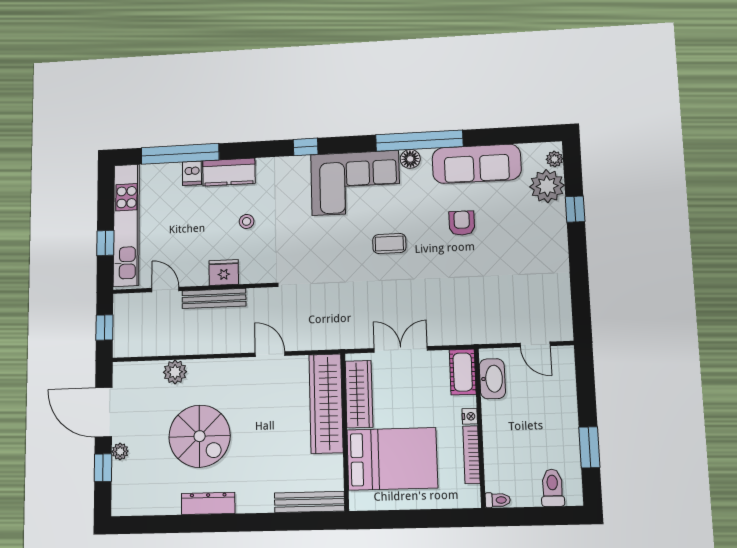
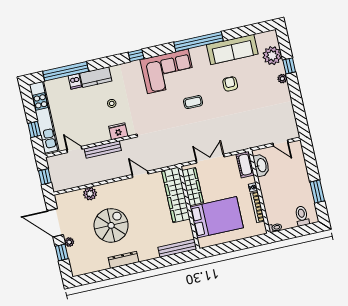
floor lamp: (410, 159) -> (196, 53), removed
plant: (555, 159) -> (282, 79), moved
fridge: (224, 272) -> (118, 131), moved
spiral stairs: (200, 436) -> (111, 225), turned -90

